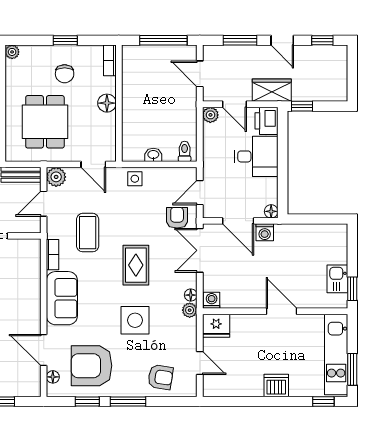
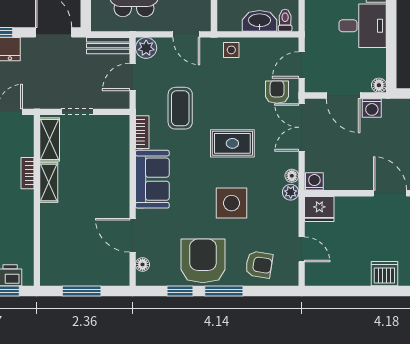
washbasin: (153, 155) -> (259, 21), width x1.91, depth x1.45
rug: (136, 265) -> (232, 143), turned 90
armchair: (91, 366) -> (203, 261), moved, turned 90

